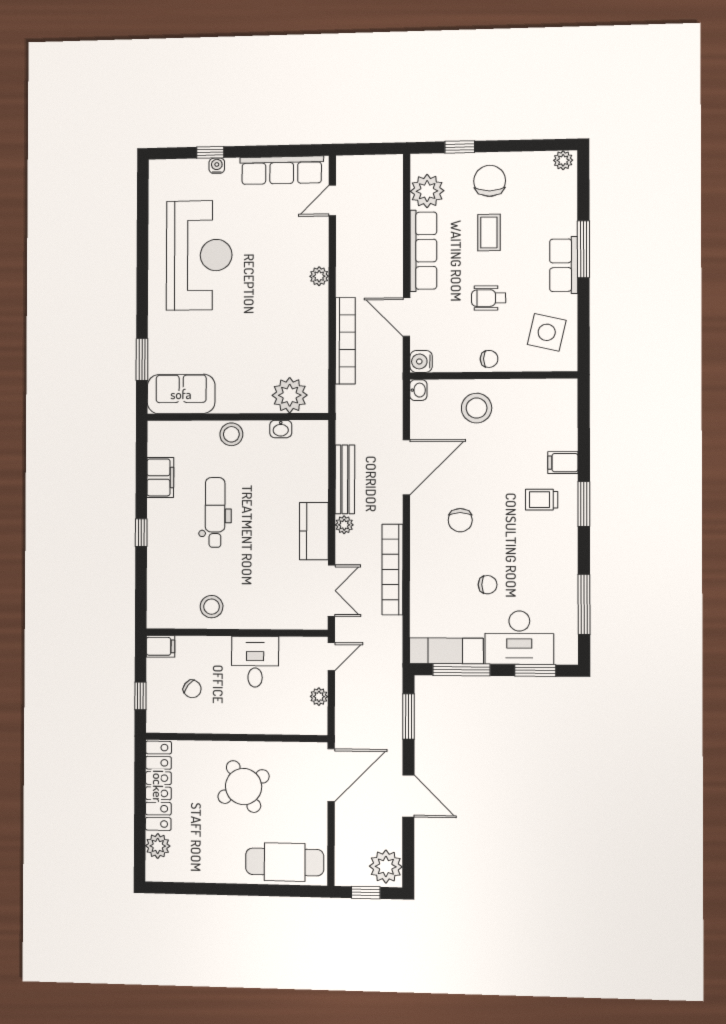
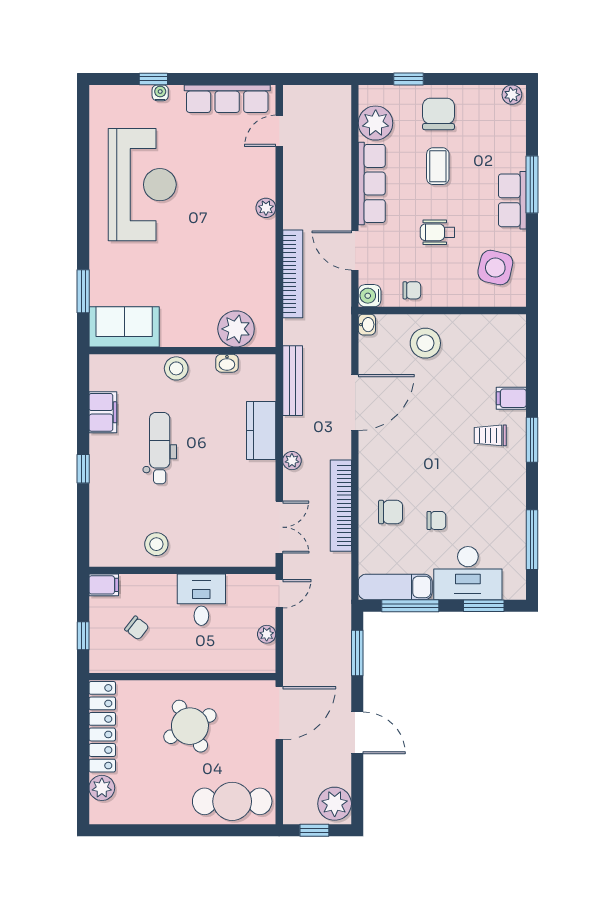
chair: (489, 359) -> (412, 290), moved
bench: (345, 479) -> (293, 381), moved
chair: (460, 520) -> (391, 512), moved, turned -90
kitchen counter: (314, 531) -> (261, 431), moved

